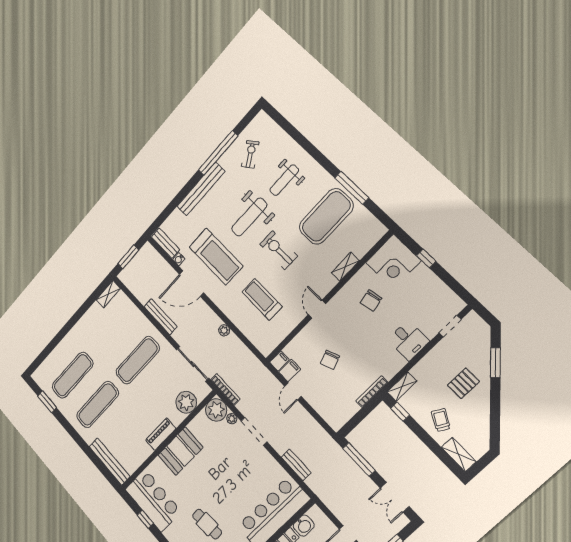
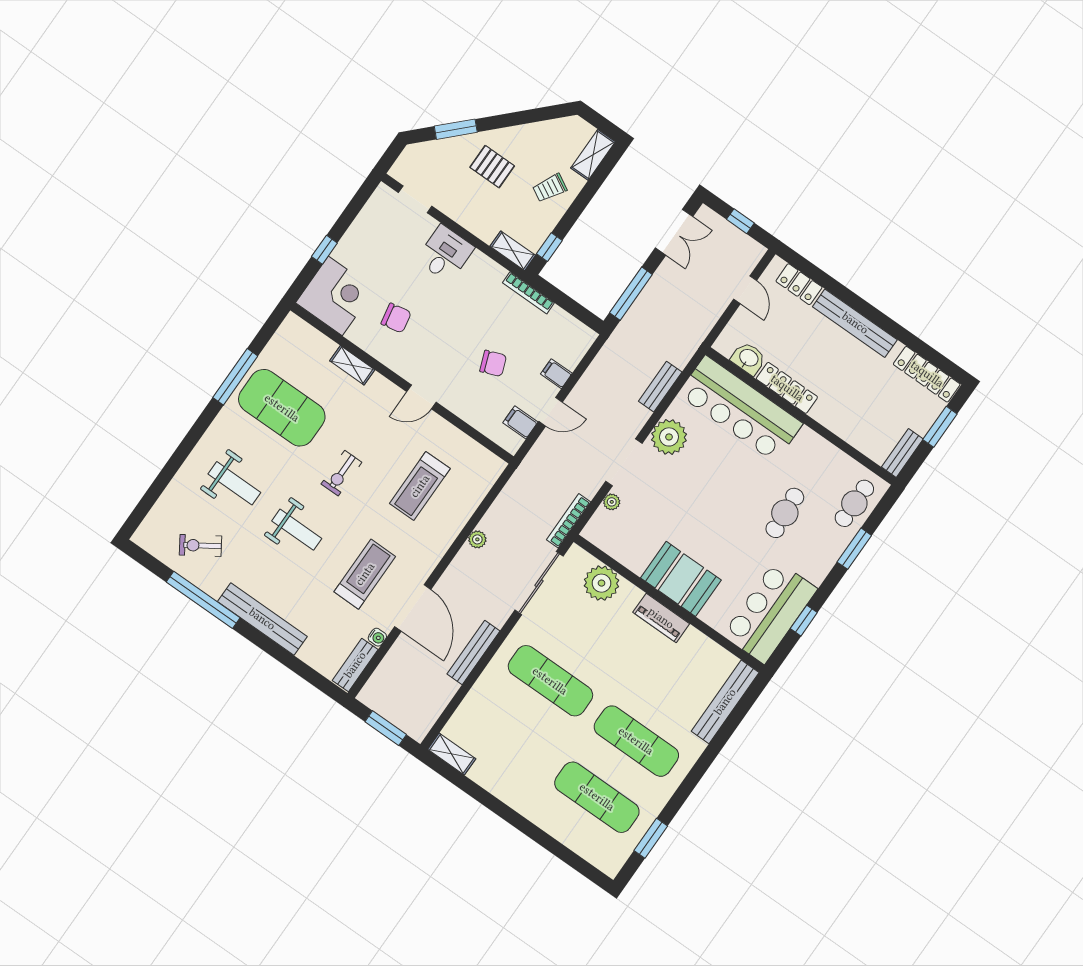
weight bench: (249, 217) -> (297, 530), width x0.73, depth x0.75
exercise bike: (279, 250) -> (341, 473), width x0.73, depth x0.72
treadmill: (216, 257) -> (365, 574), width x0.73, depth x0.73
filing cabinet: (279, 361) -> (556, 374), moved
plant: (216, 410) -> (669, 437), moved

